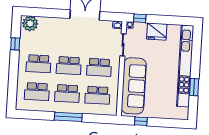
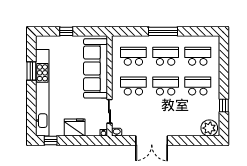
window: (140, 18) -> (51, 140), moved
window: (141, 121) -> (66, 31), moved

